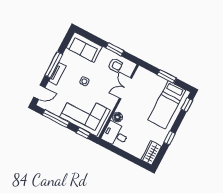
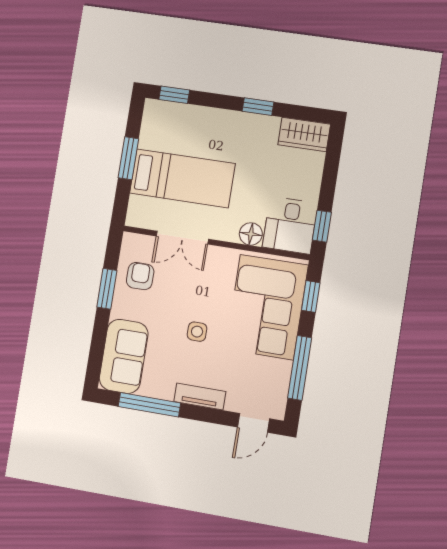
window: (54, 65) -> (149, 405), moved
door: (39, 92) -> (253, 423), swing flipped
bed: (167, 105) -> (182, 178), moved
window: (111, 147) -> (322, 226), added

